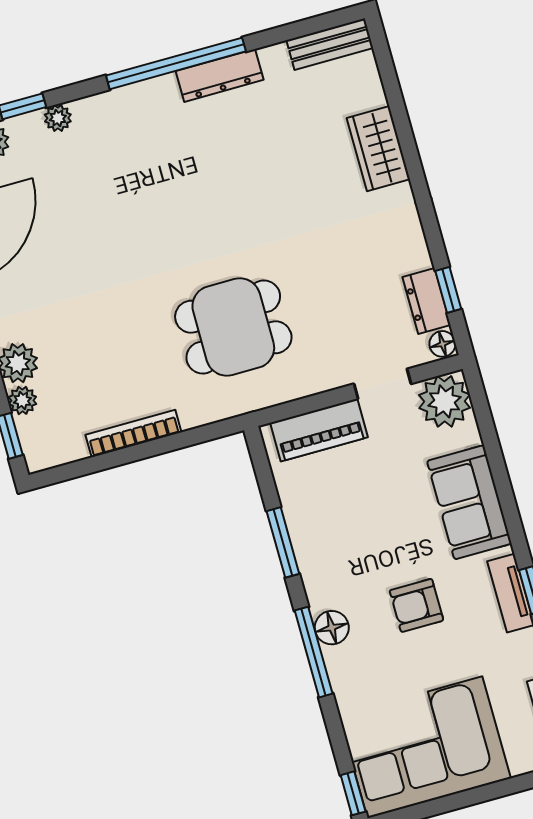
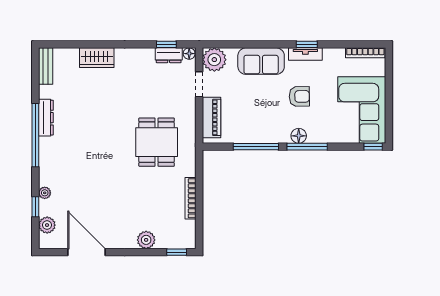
plant: (22, 400) -> (163, 242), removed
window: (283, 542) -> (256, 147), width x1.44
armchair: (416, 605) -> (299, 96), turned -91

